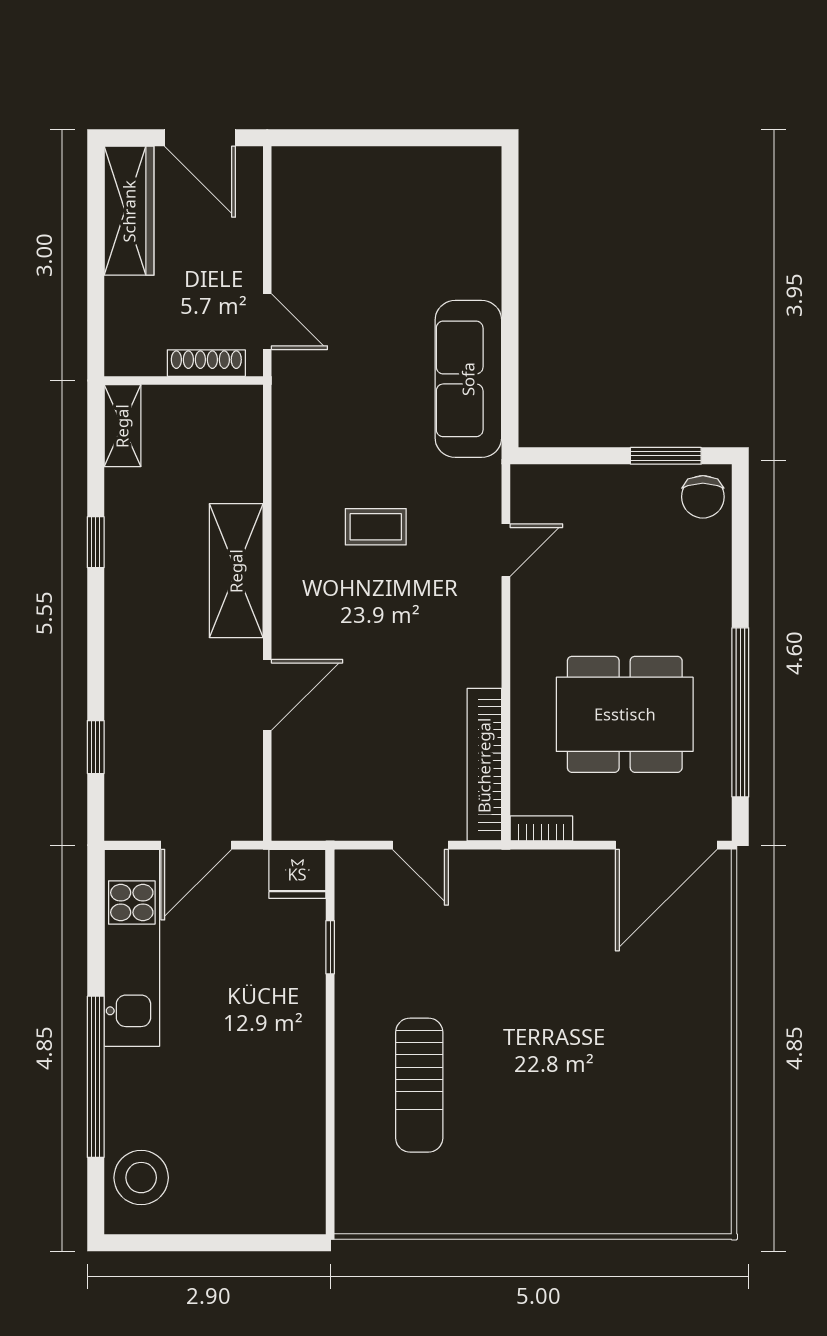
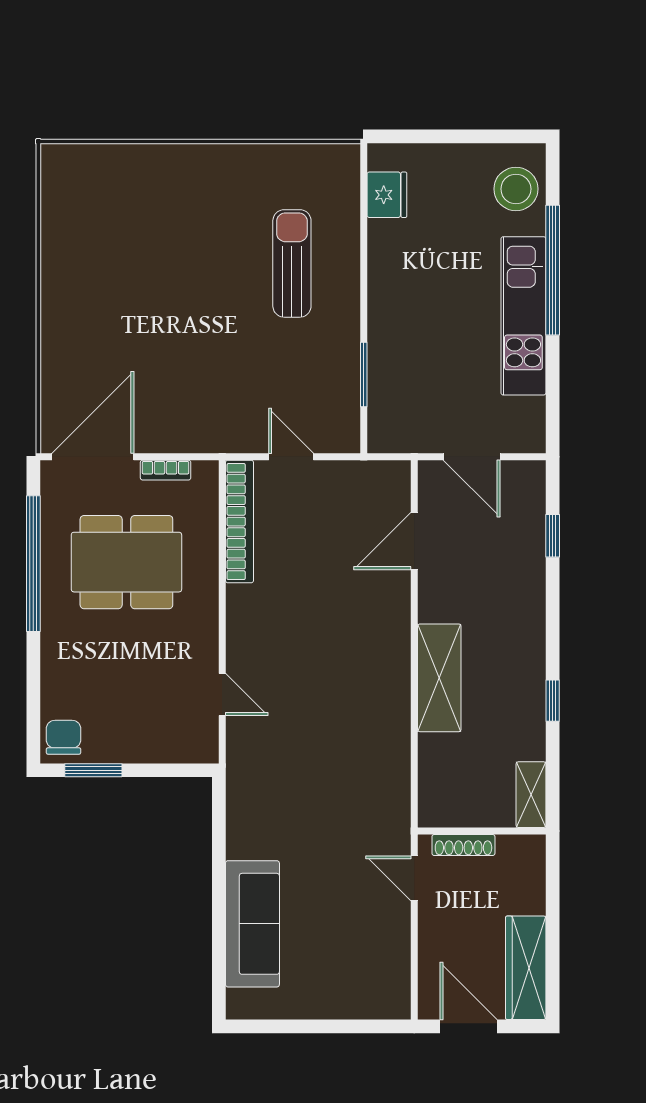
sofa: (468, 379) -> (252, 924), moved
coffee table: (376, 527) -> (327, 713), removed
door: (506, 550) -> (222, 694), swing flipped
door: (267, 695) -> (414, 541), moved
bookcase: (541, 828) -> (166, 470), moved
door: (196, 845) -> (472, 457), swing flipped
fridge: (297, 874) -> (387, 195), moved, turned 90
window: (330, 947) -> (364, 374), width x1.50
kitchen unit: (132, 948) -> (523, 316), moved

